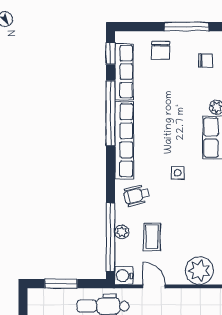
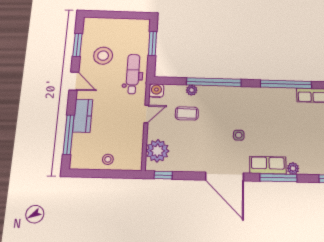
row of seats: (124, 140) -> (265, 94), removed
wheelchair: (137, 195) -> (221, 103), removed
window: (110, 237) -> (214, 82), moved

